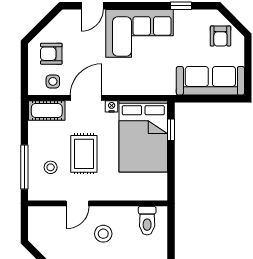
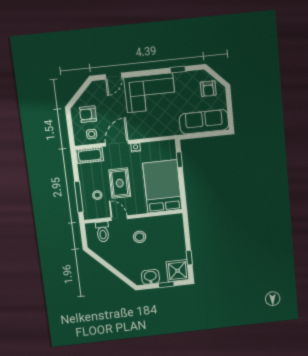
bed: (143, 136) -> (162, 186), moved, turned 180
door: (78, 203) -> (119, 218), swing flipped
toilet: (147, 221) -> (103, 232), moved

